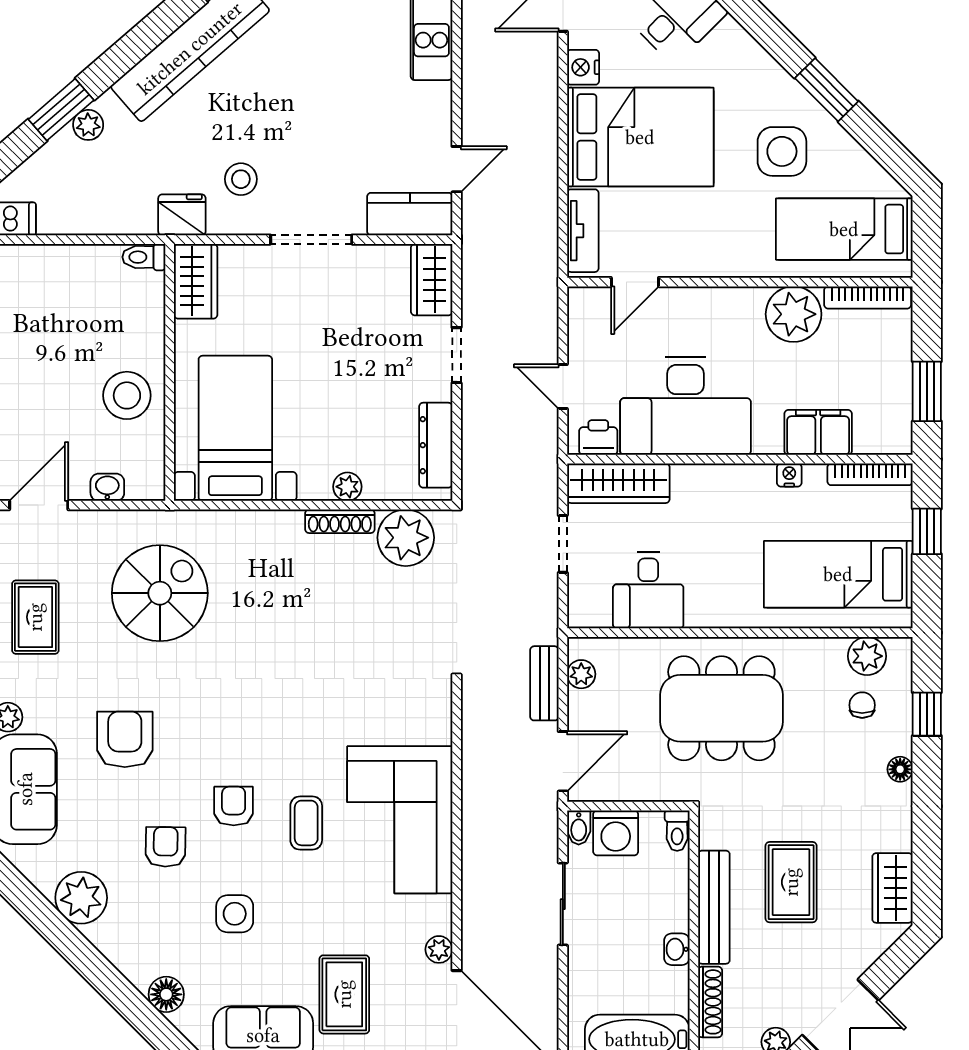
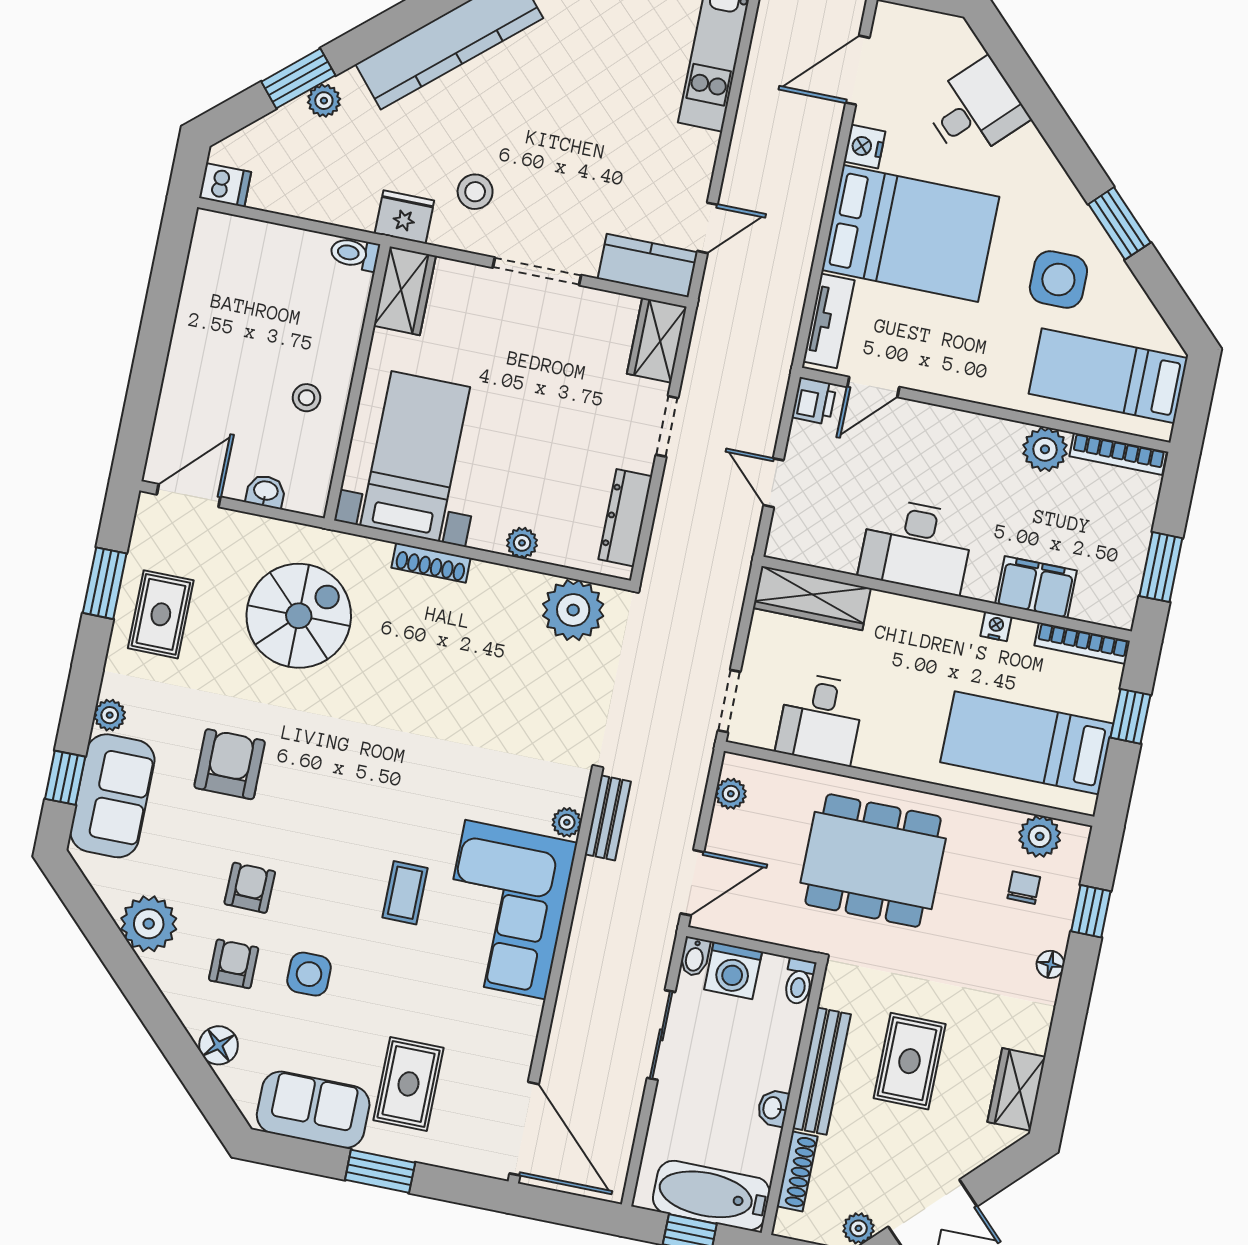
plant: (794, 314) -> (1045, 449), width x0.73, depth x0.73
stool: (127, 395) -> (307, 398), width x0.53, depth x0.53
desk: (686, 406) -> (916, 546), width x0.73, depth x0.77
printer: (598, 438) -> (814, 401), moved, turned 90
shoe rack: (340, 521) -> (431, 563), moved
doorway: (563, 544) -> (729, 701), moved
bench: (544, 683) -> (608, 818), moved
armchair: (234, 806) -> (234, 964), moved
plant: (439, 949) -> (567, 822), moved

